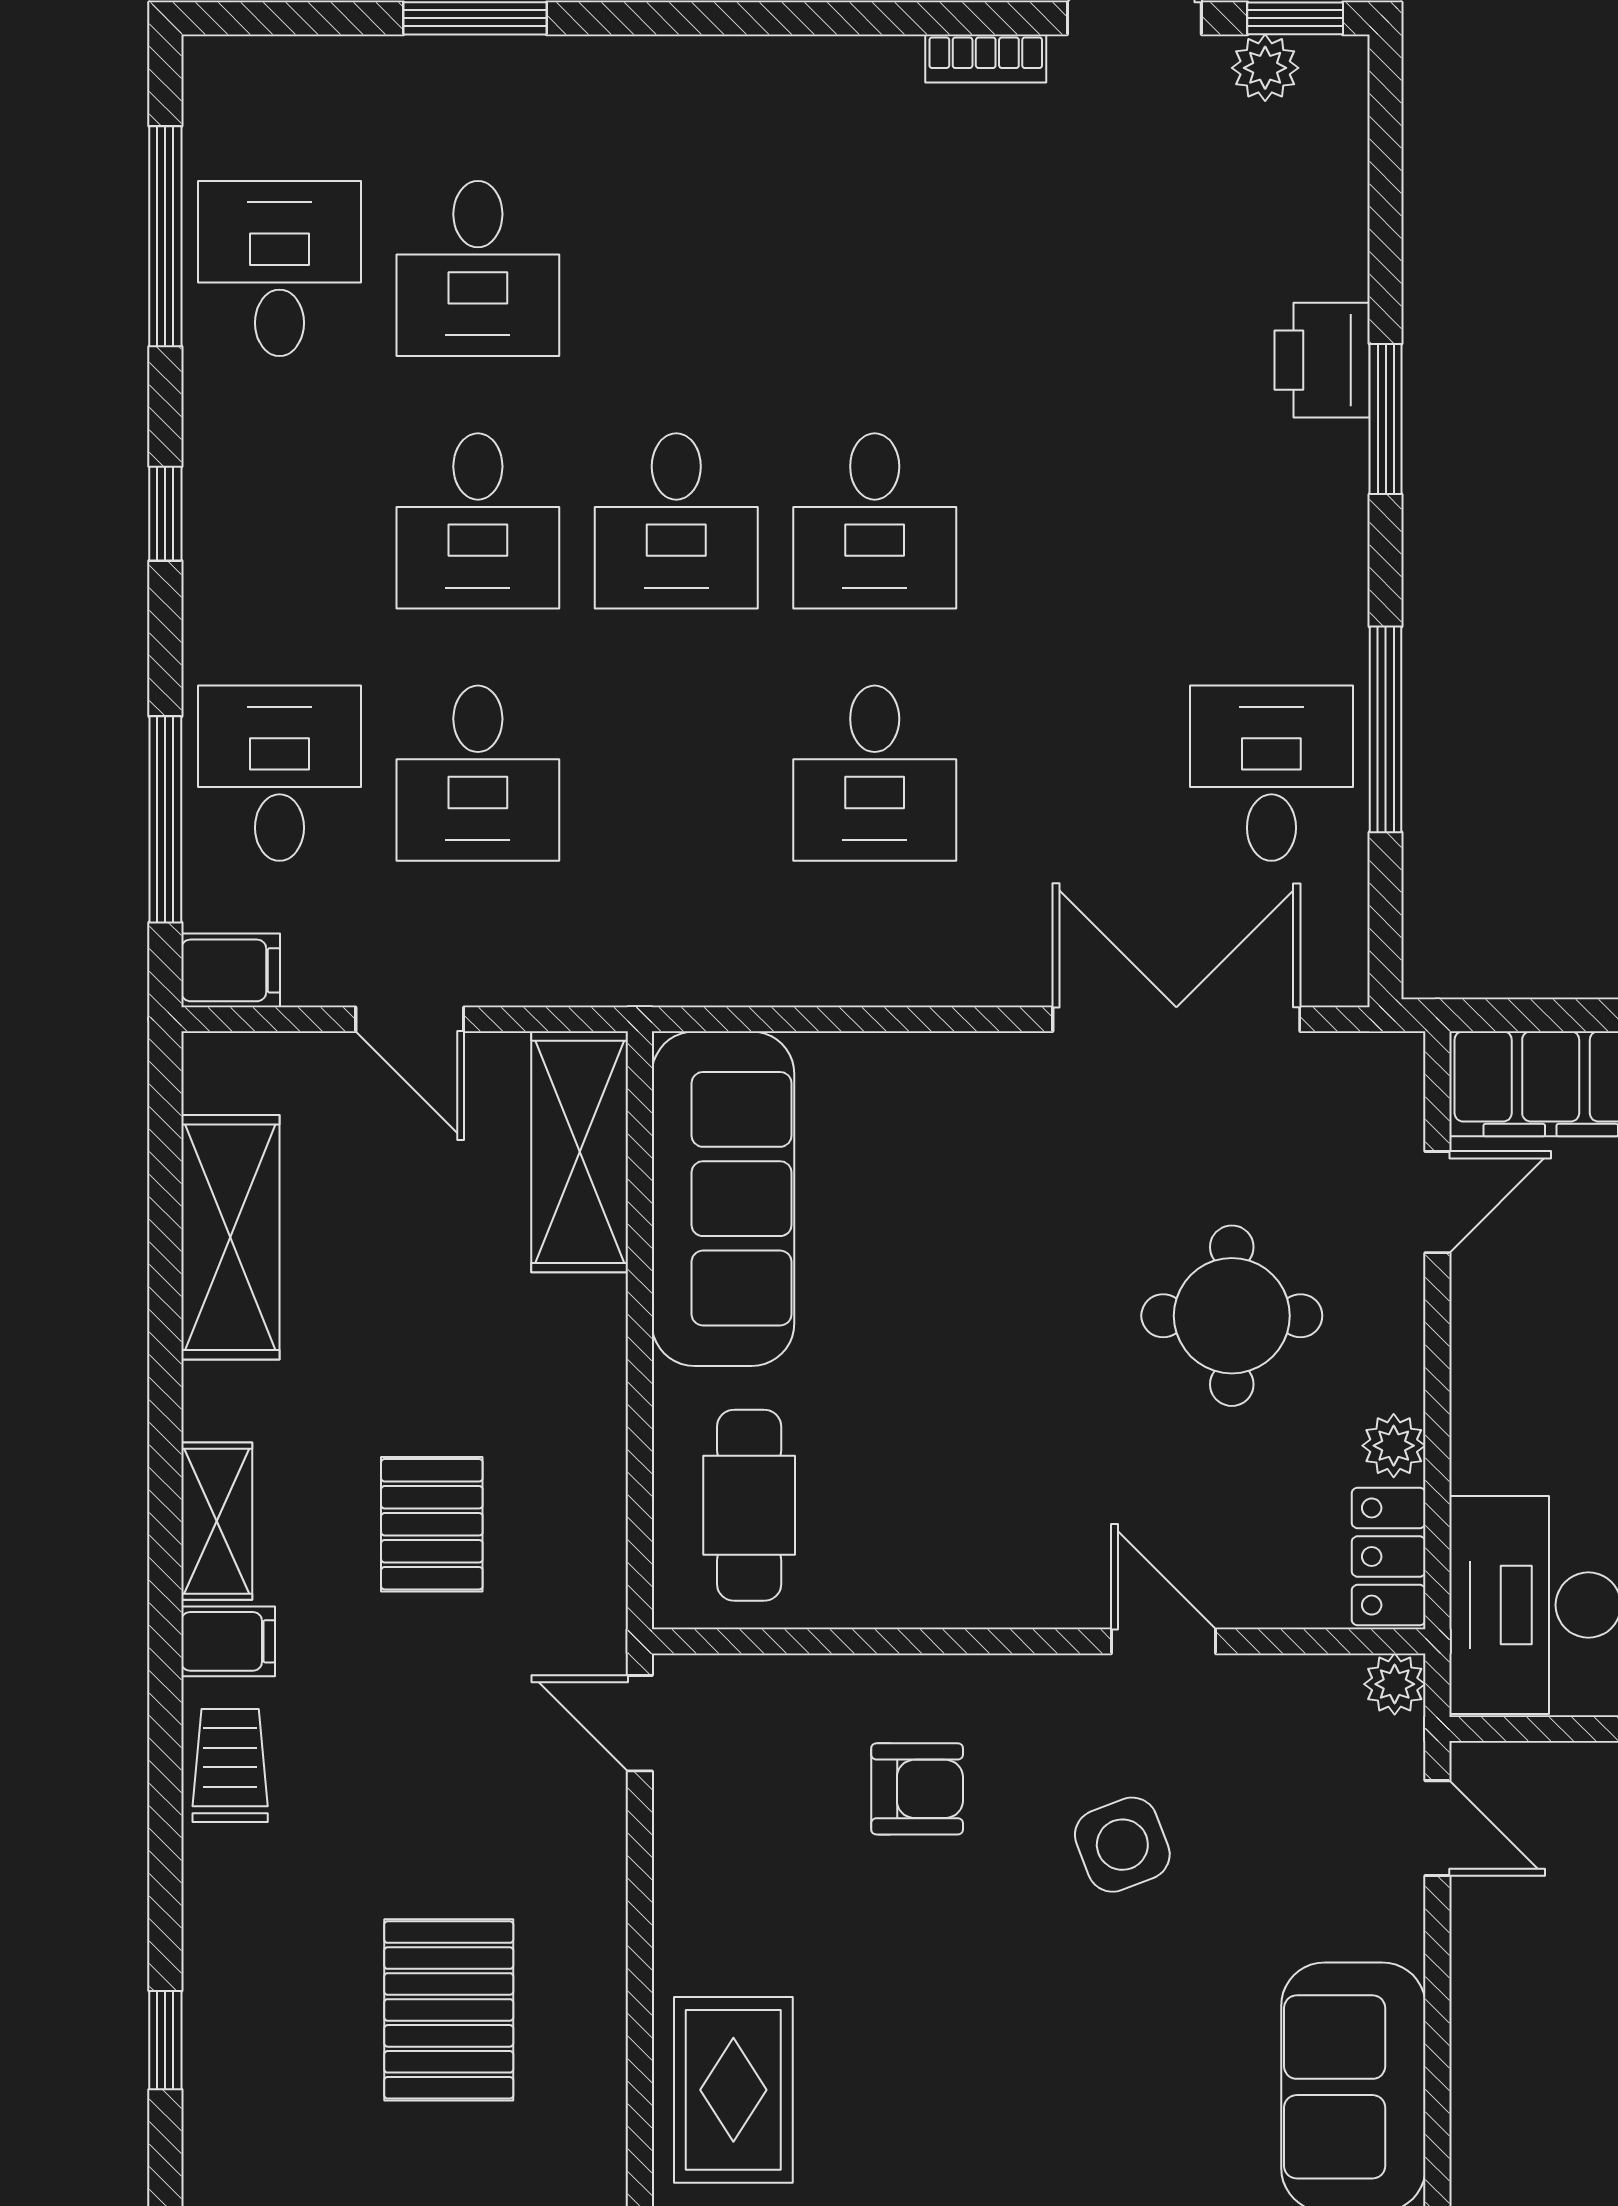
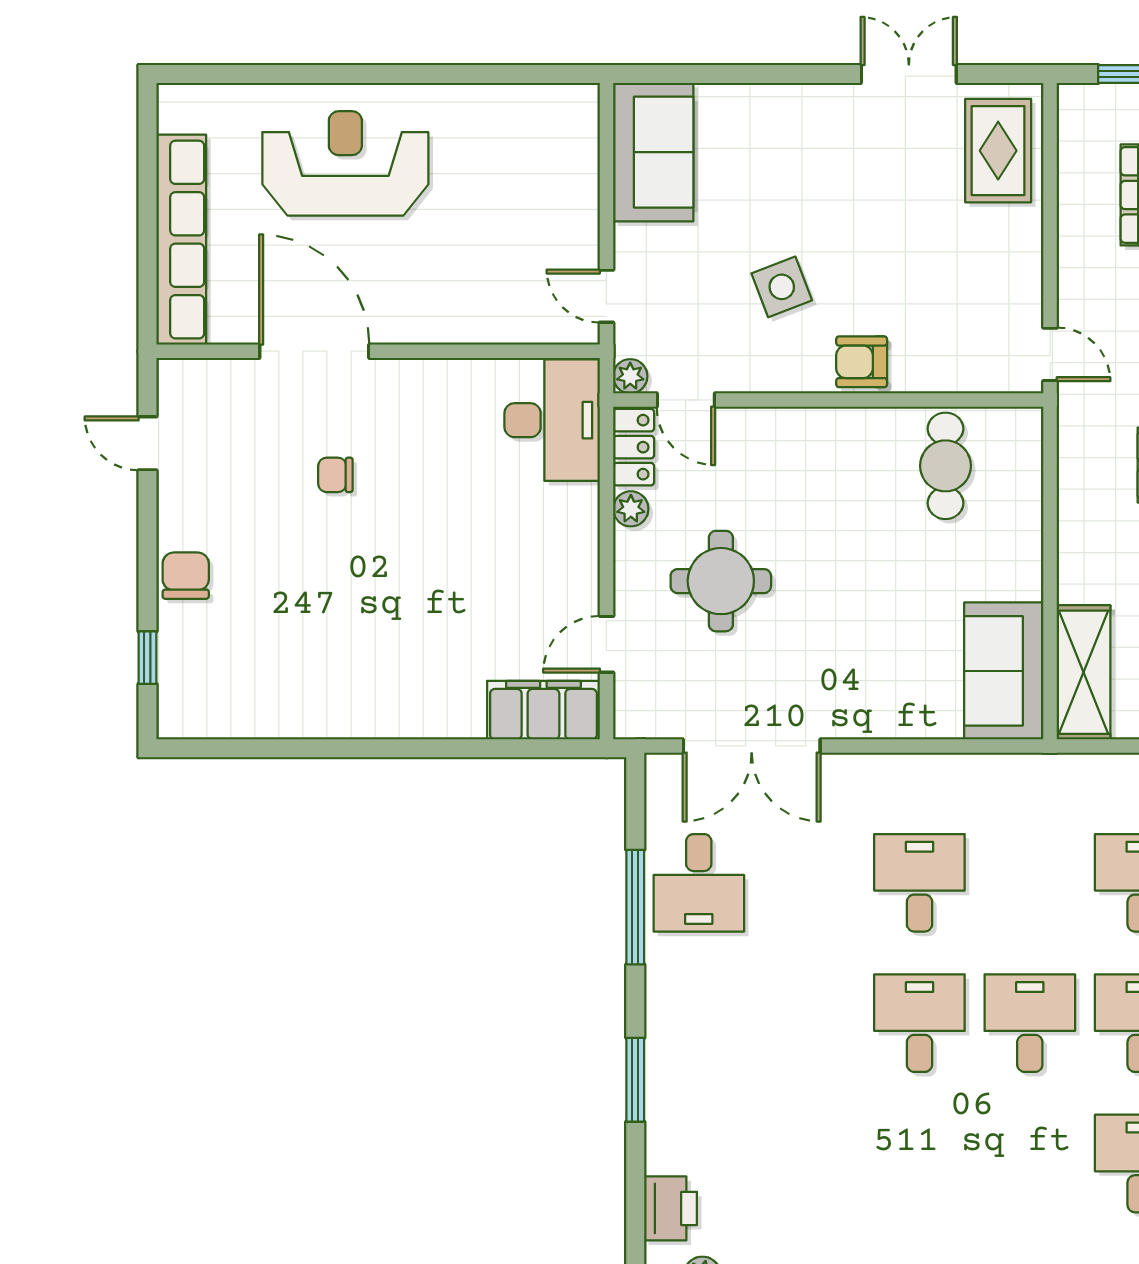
printer: (1322, 360) -> (671, 1208), moved
sofa: (723, 1199) -> (1004, 671), width x0.73
cafe table: (749, 1505) -> (945, 466), moved
door: (1164, 1641) -> (686, 400), moved
armchair: (917, 1789) -> (862, 362), moved

